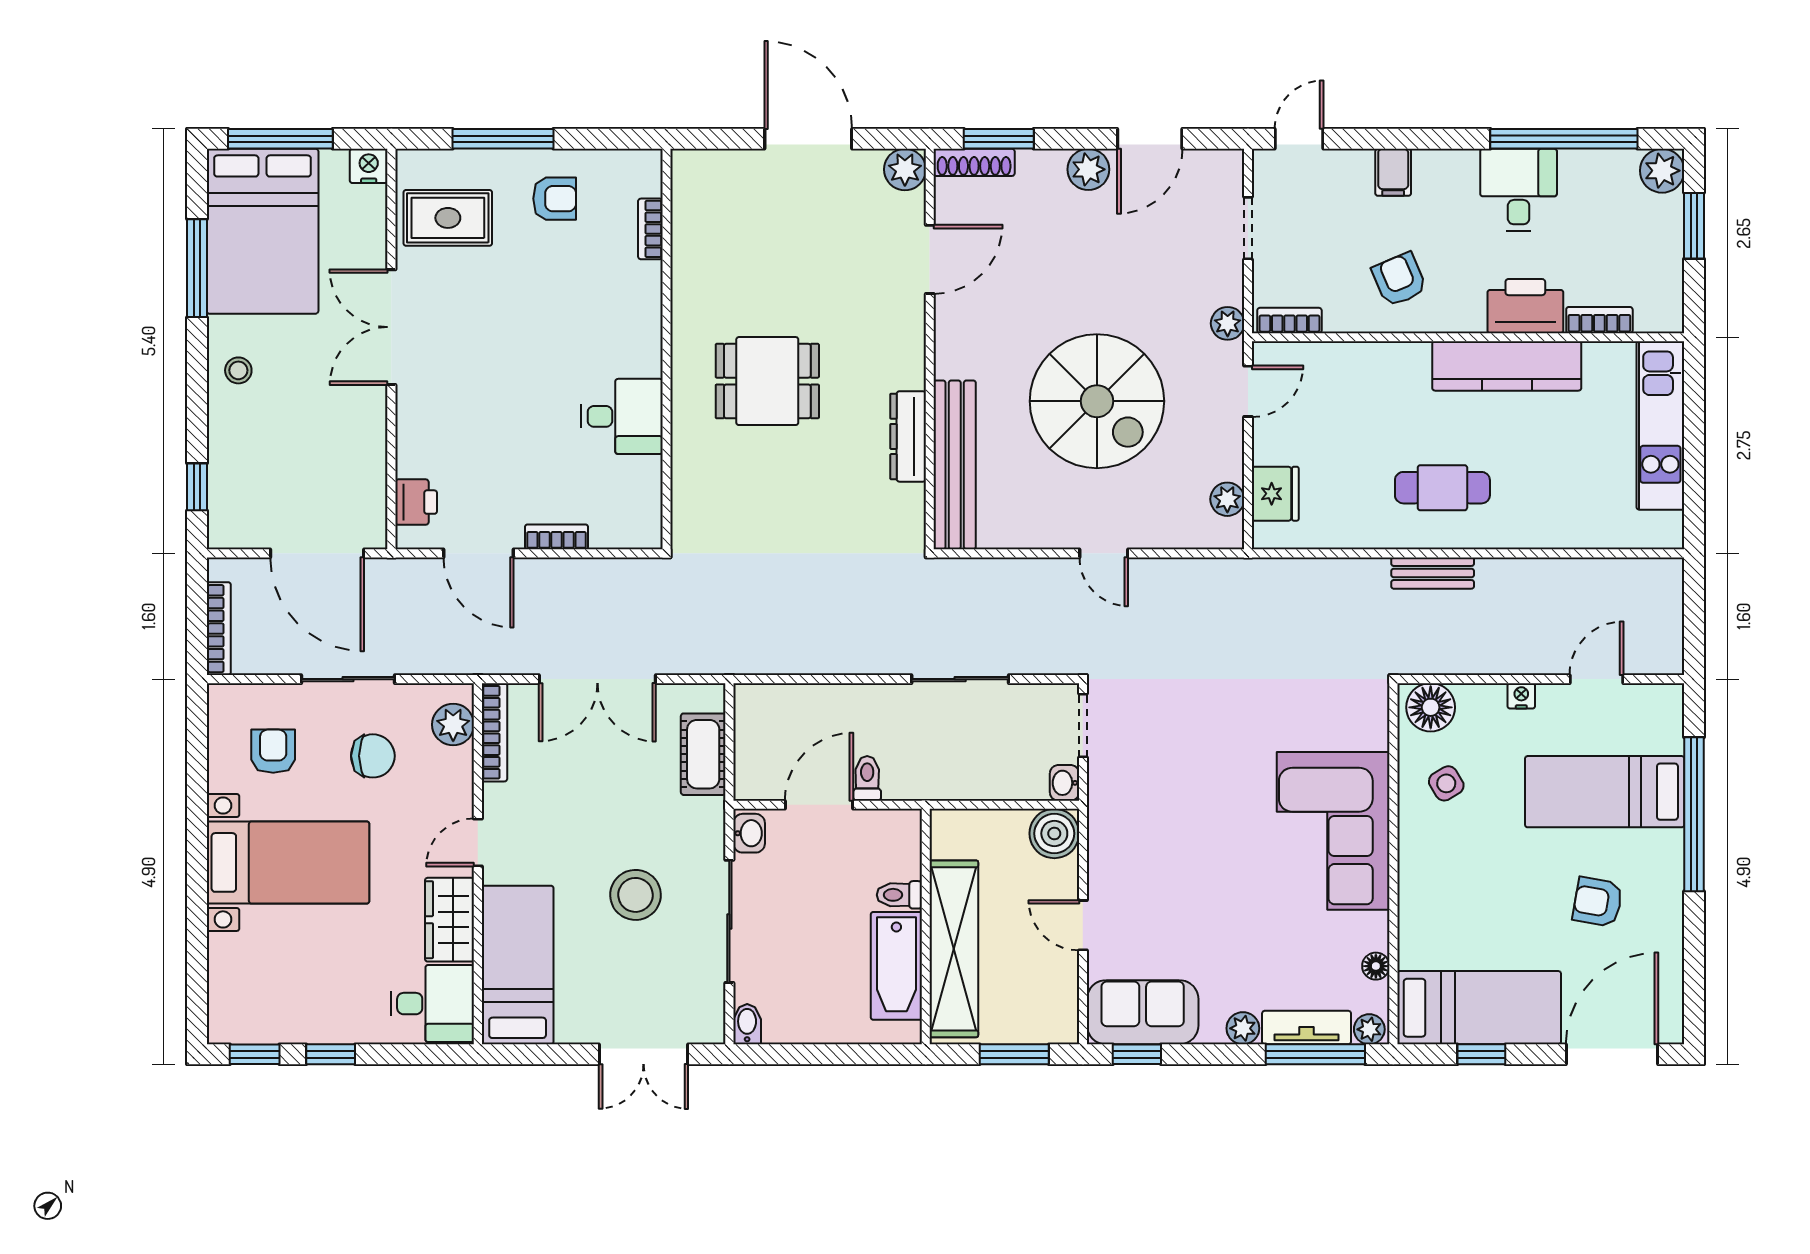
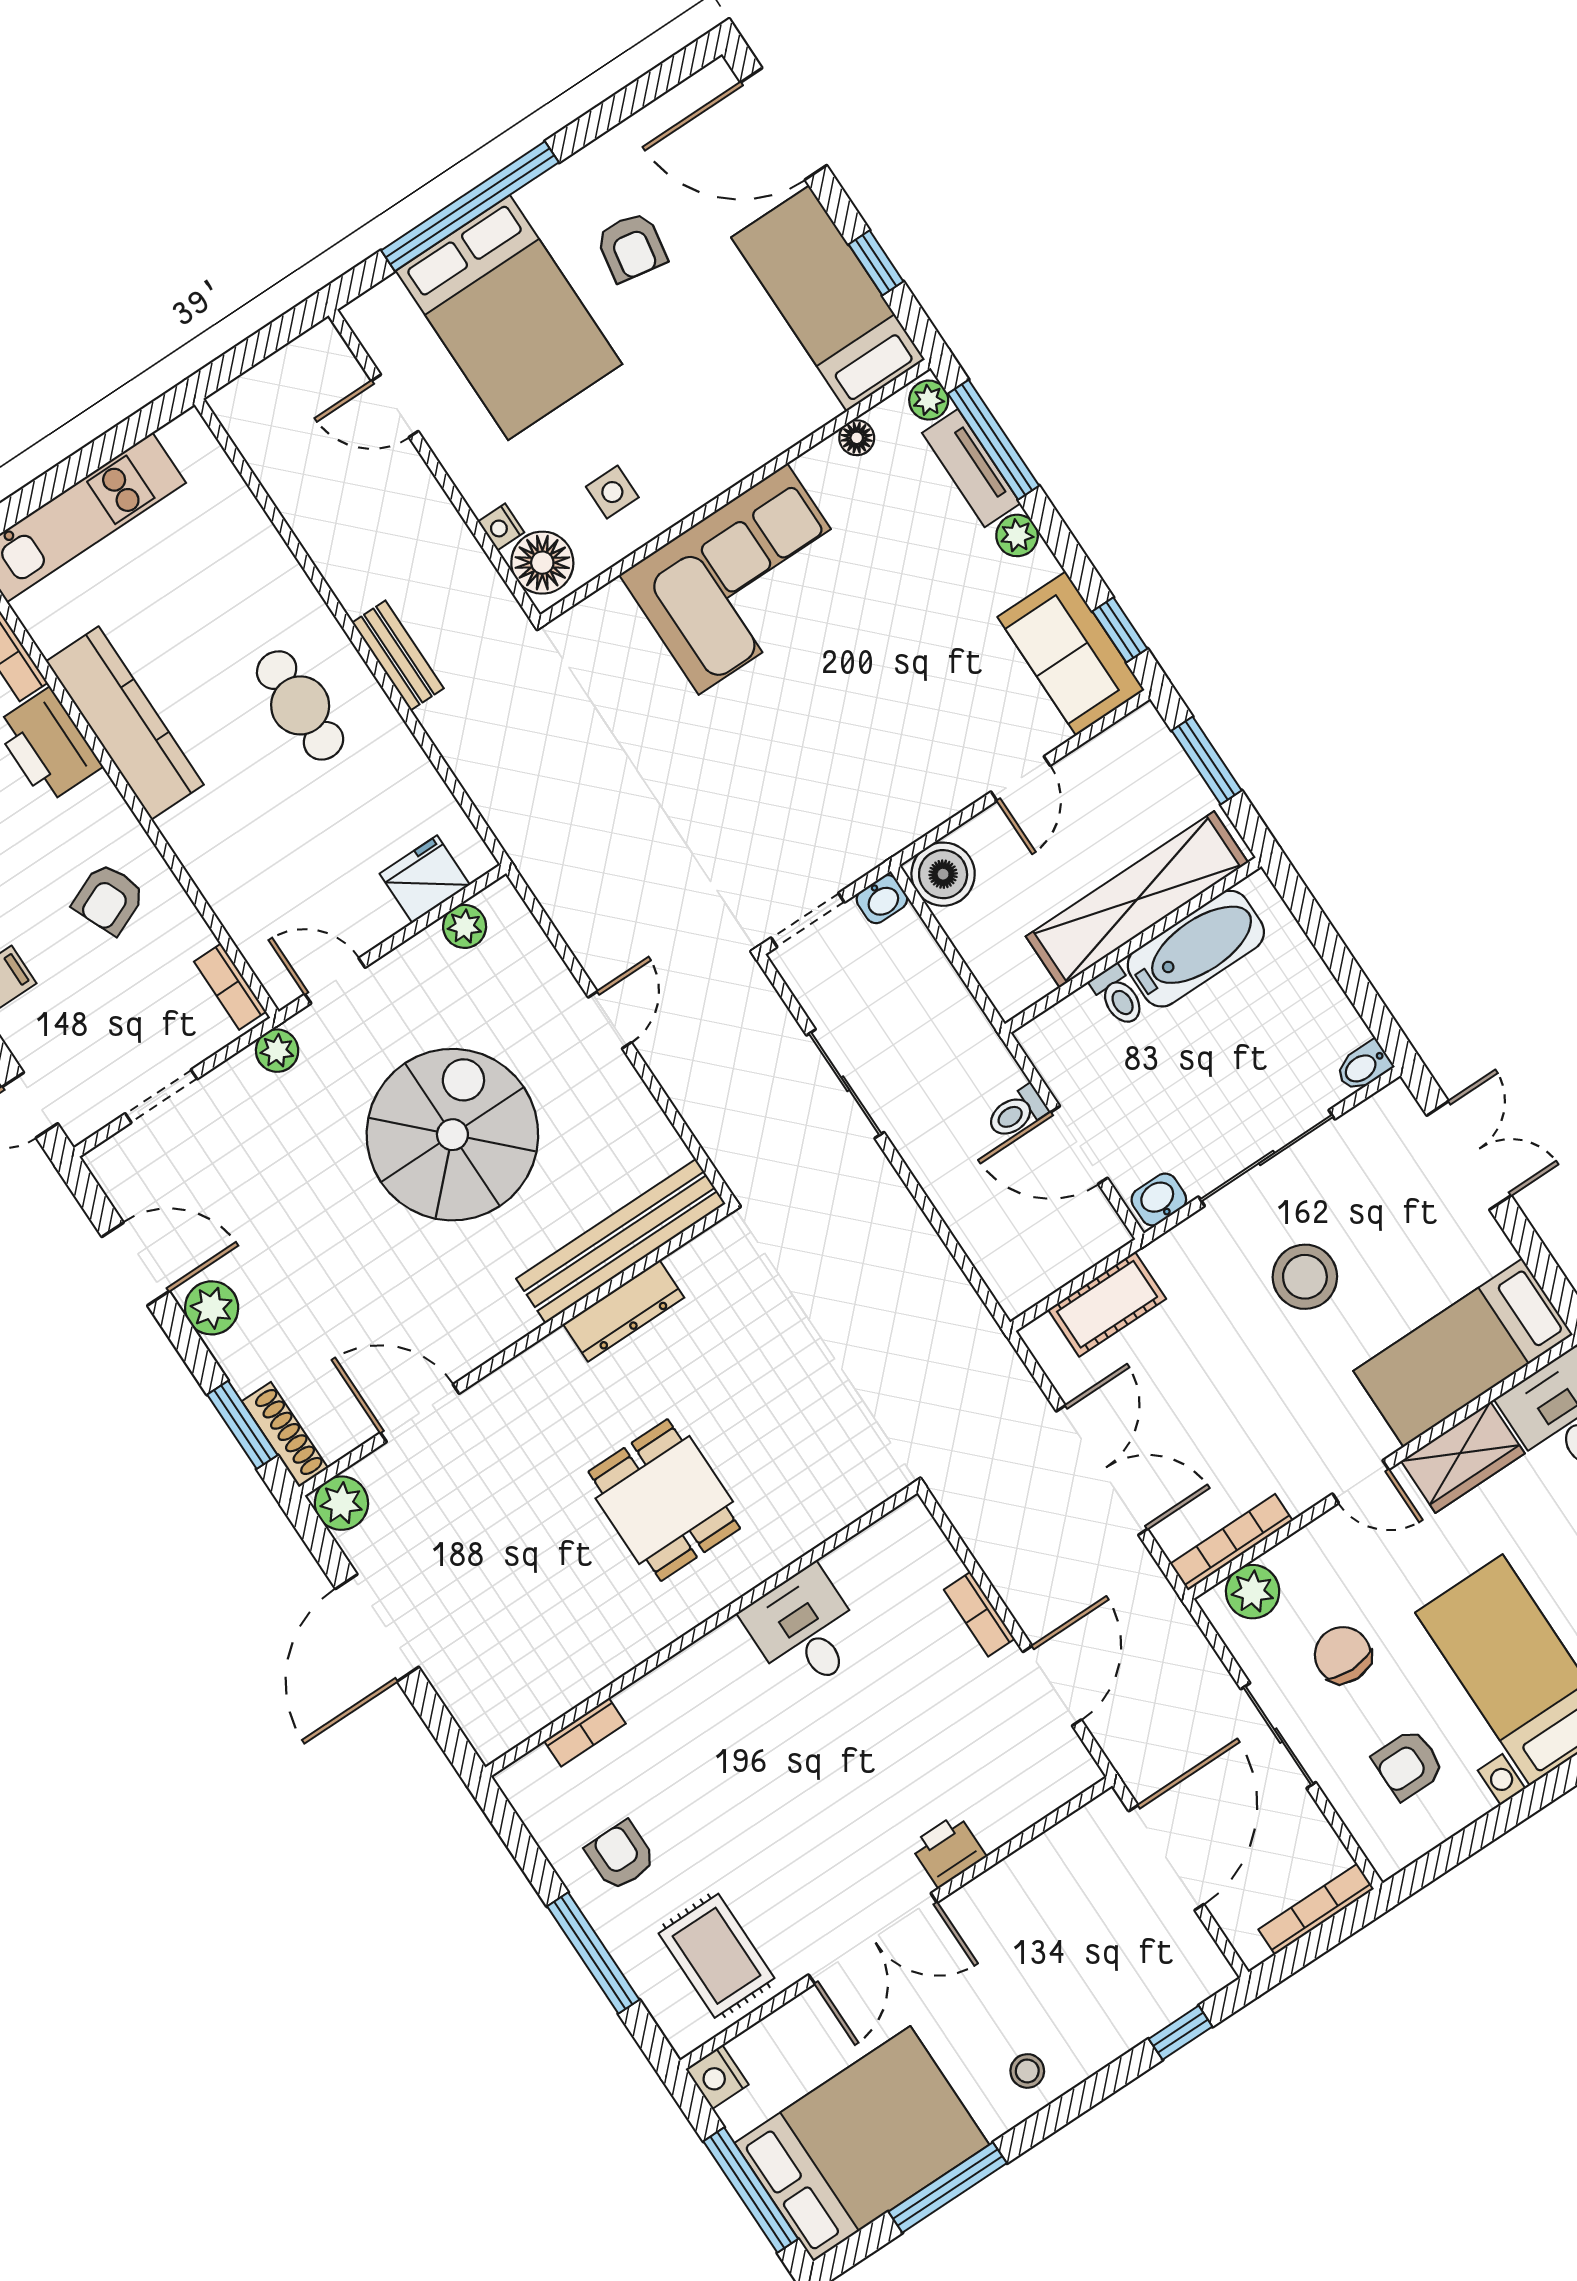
printer: (416, 502) -> (948, 1851), moved
nightstand: (1521, 696) -> (501, 527), moved
side table: (1446, 783) -> (612, 492), turned 31
bed: (1605, 792) -> (509, 318), width x1.50

